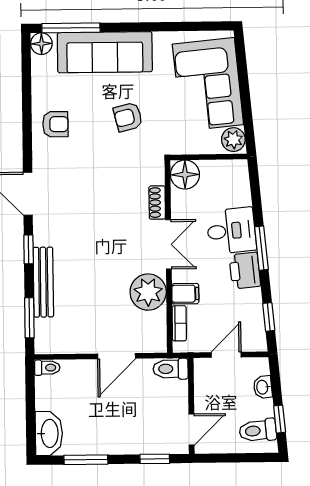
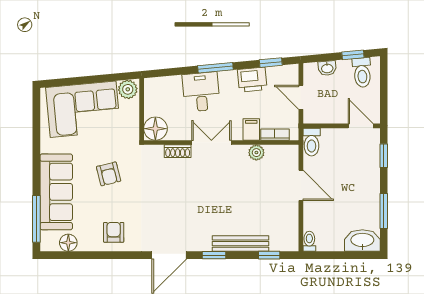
floor lamp: (41, 44) -> (68, 243), moved
printer: (245, 271) -> (252, 80), moved
plant: (148, 292) -> (256, 153), width x0.53, depth x0.53
window: (29, 318) -> (269, 255), width x0.67

